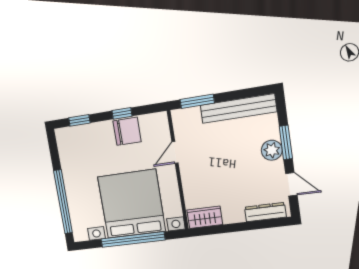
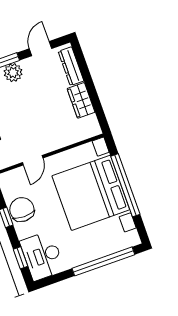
desk: (78, 143) -> (42, 256), added
door: (175, 152) -> (33, 160), hinge flipped
wardrobe: (205, 217) -> (81, 100), moved

